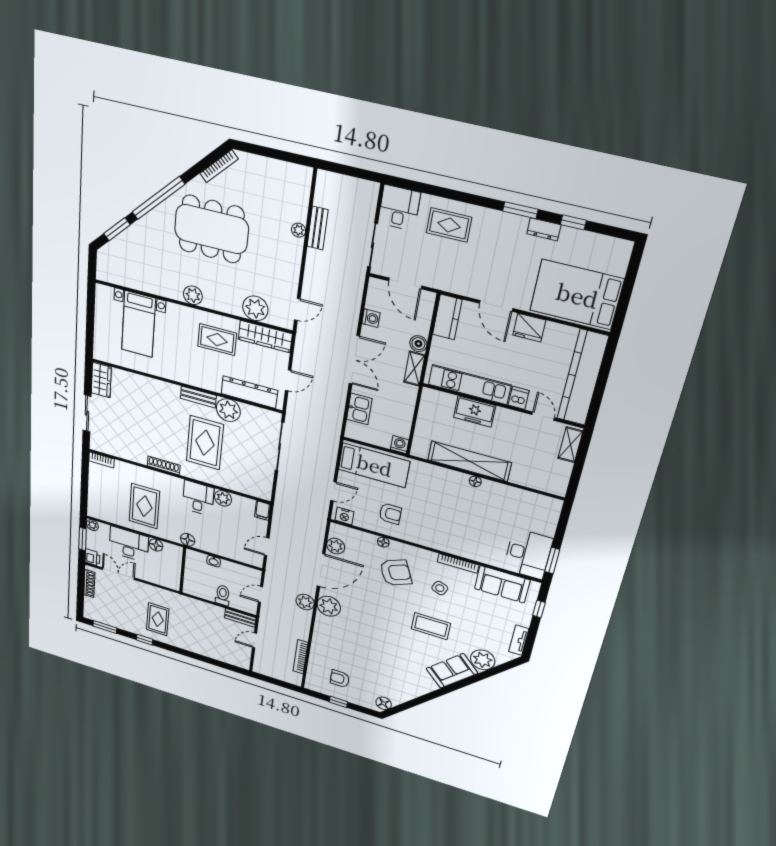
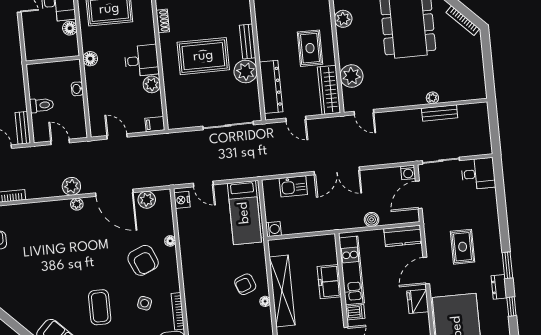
rug: (449, 225) -> (463, 247), moved
washing machine: (371, 318) -> (408, 172), moved
shelving: (414, 369) -> (348, 222), removed
shoe rack: (164, 465) -> (163, 21), width x0.70
armchair: (390, 514) -> (245, 284), moved, turned 70
plant: (329, 606) -> (77, 204), width x0.53, depth x0.53

